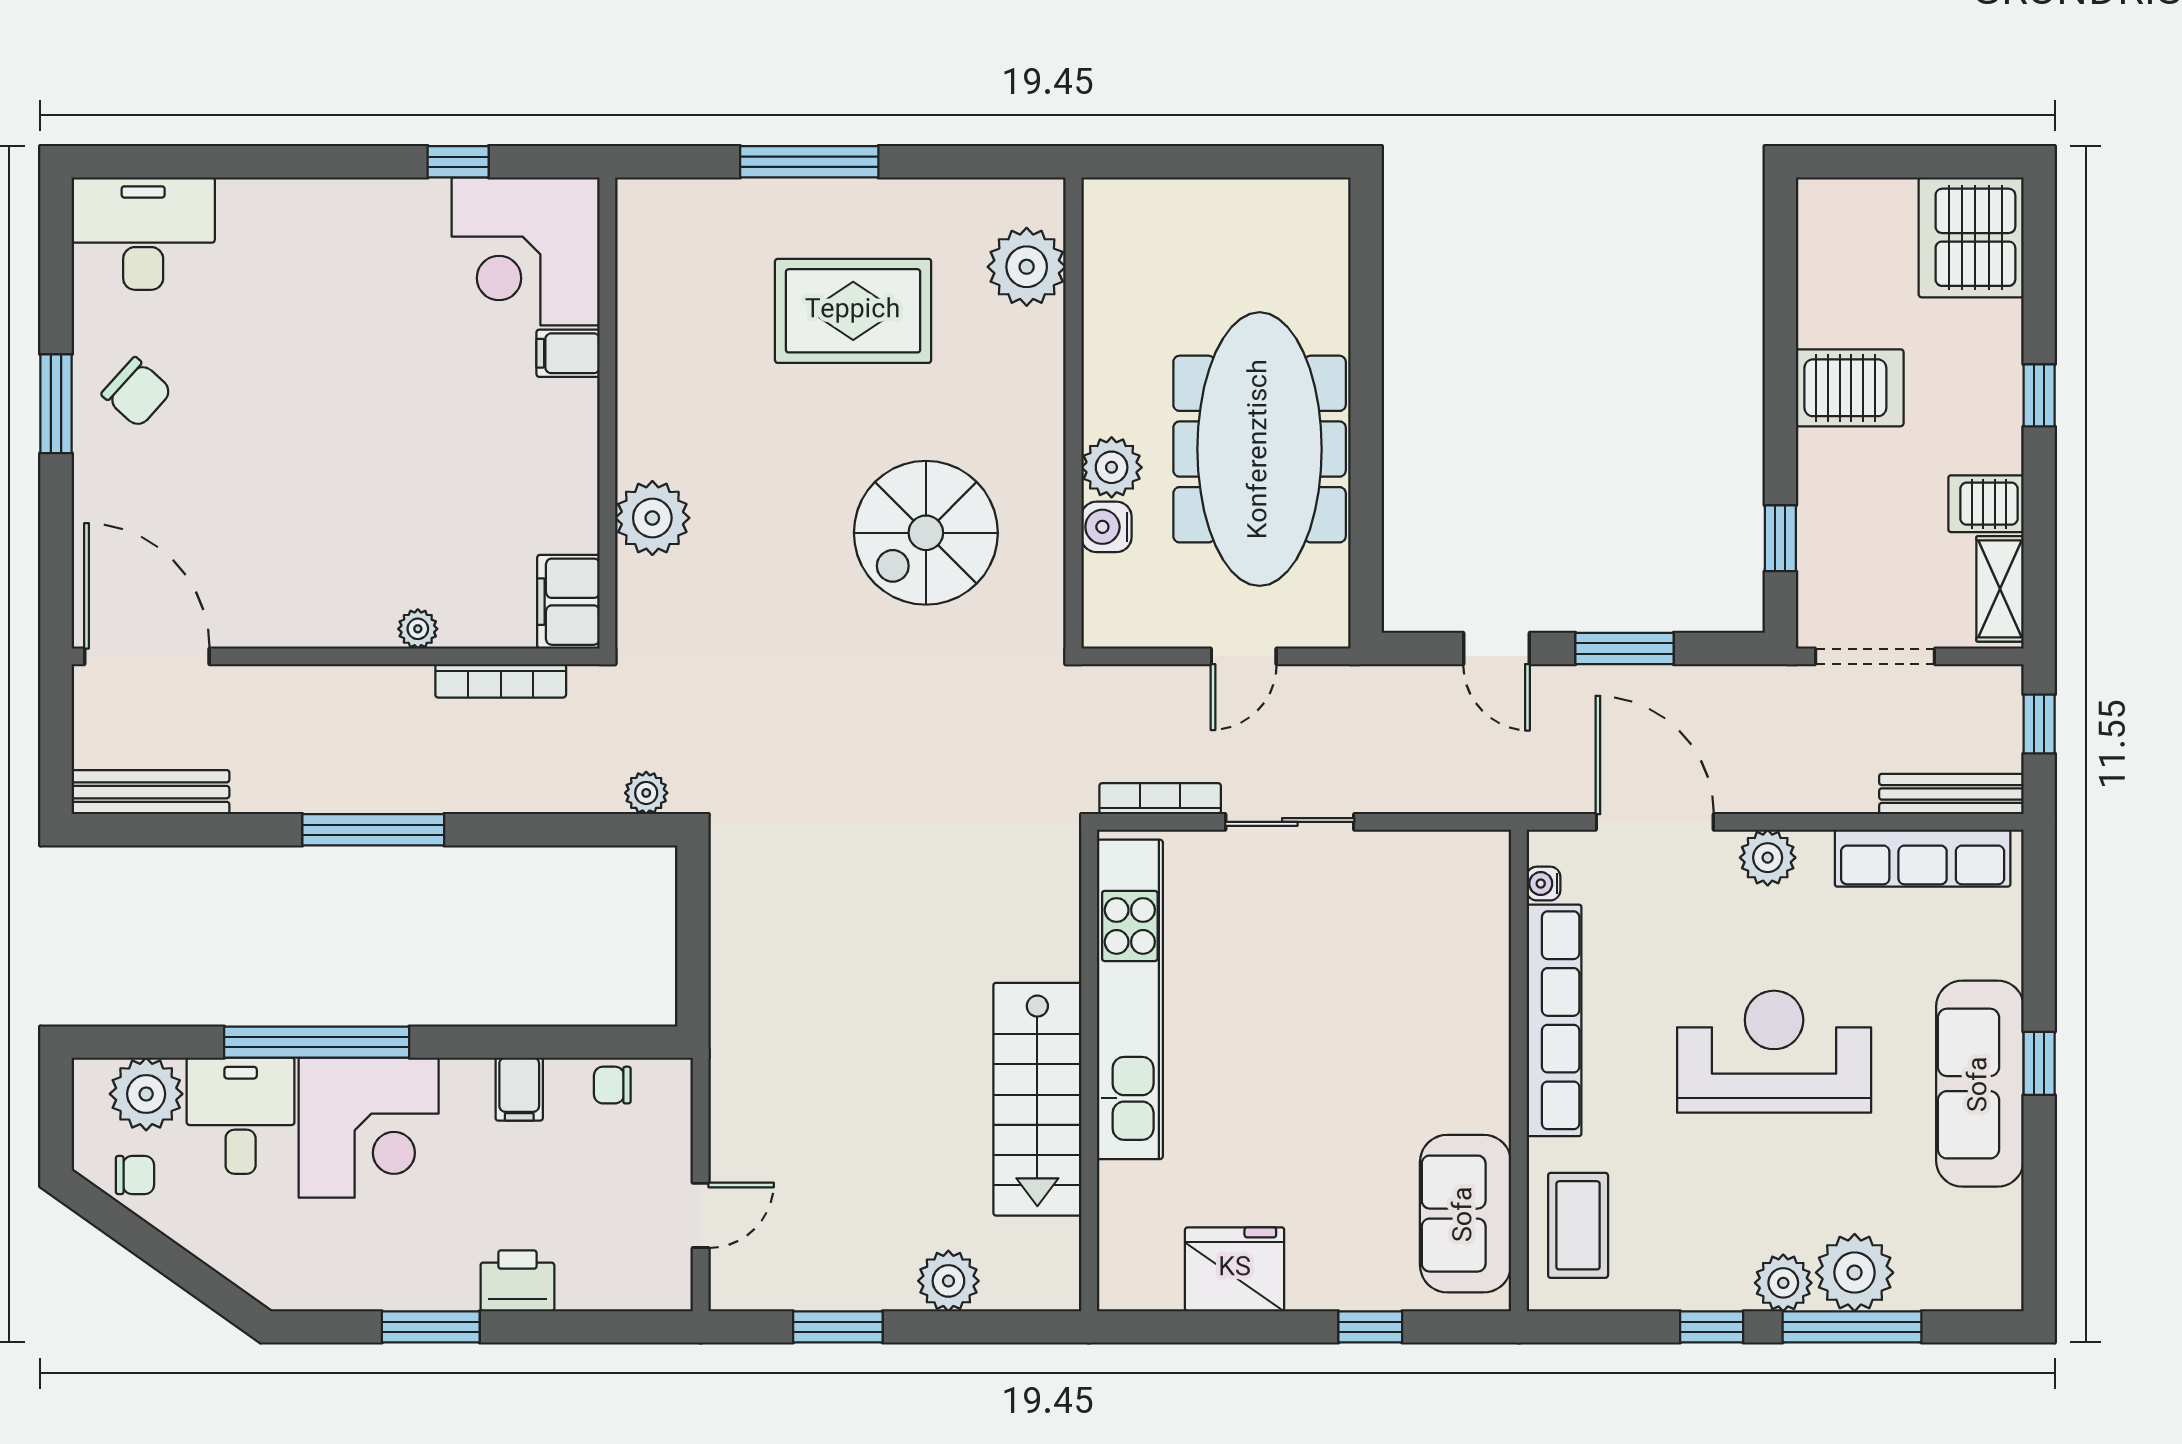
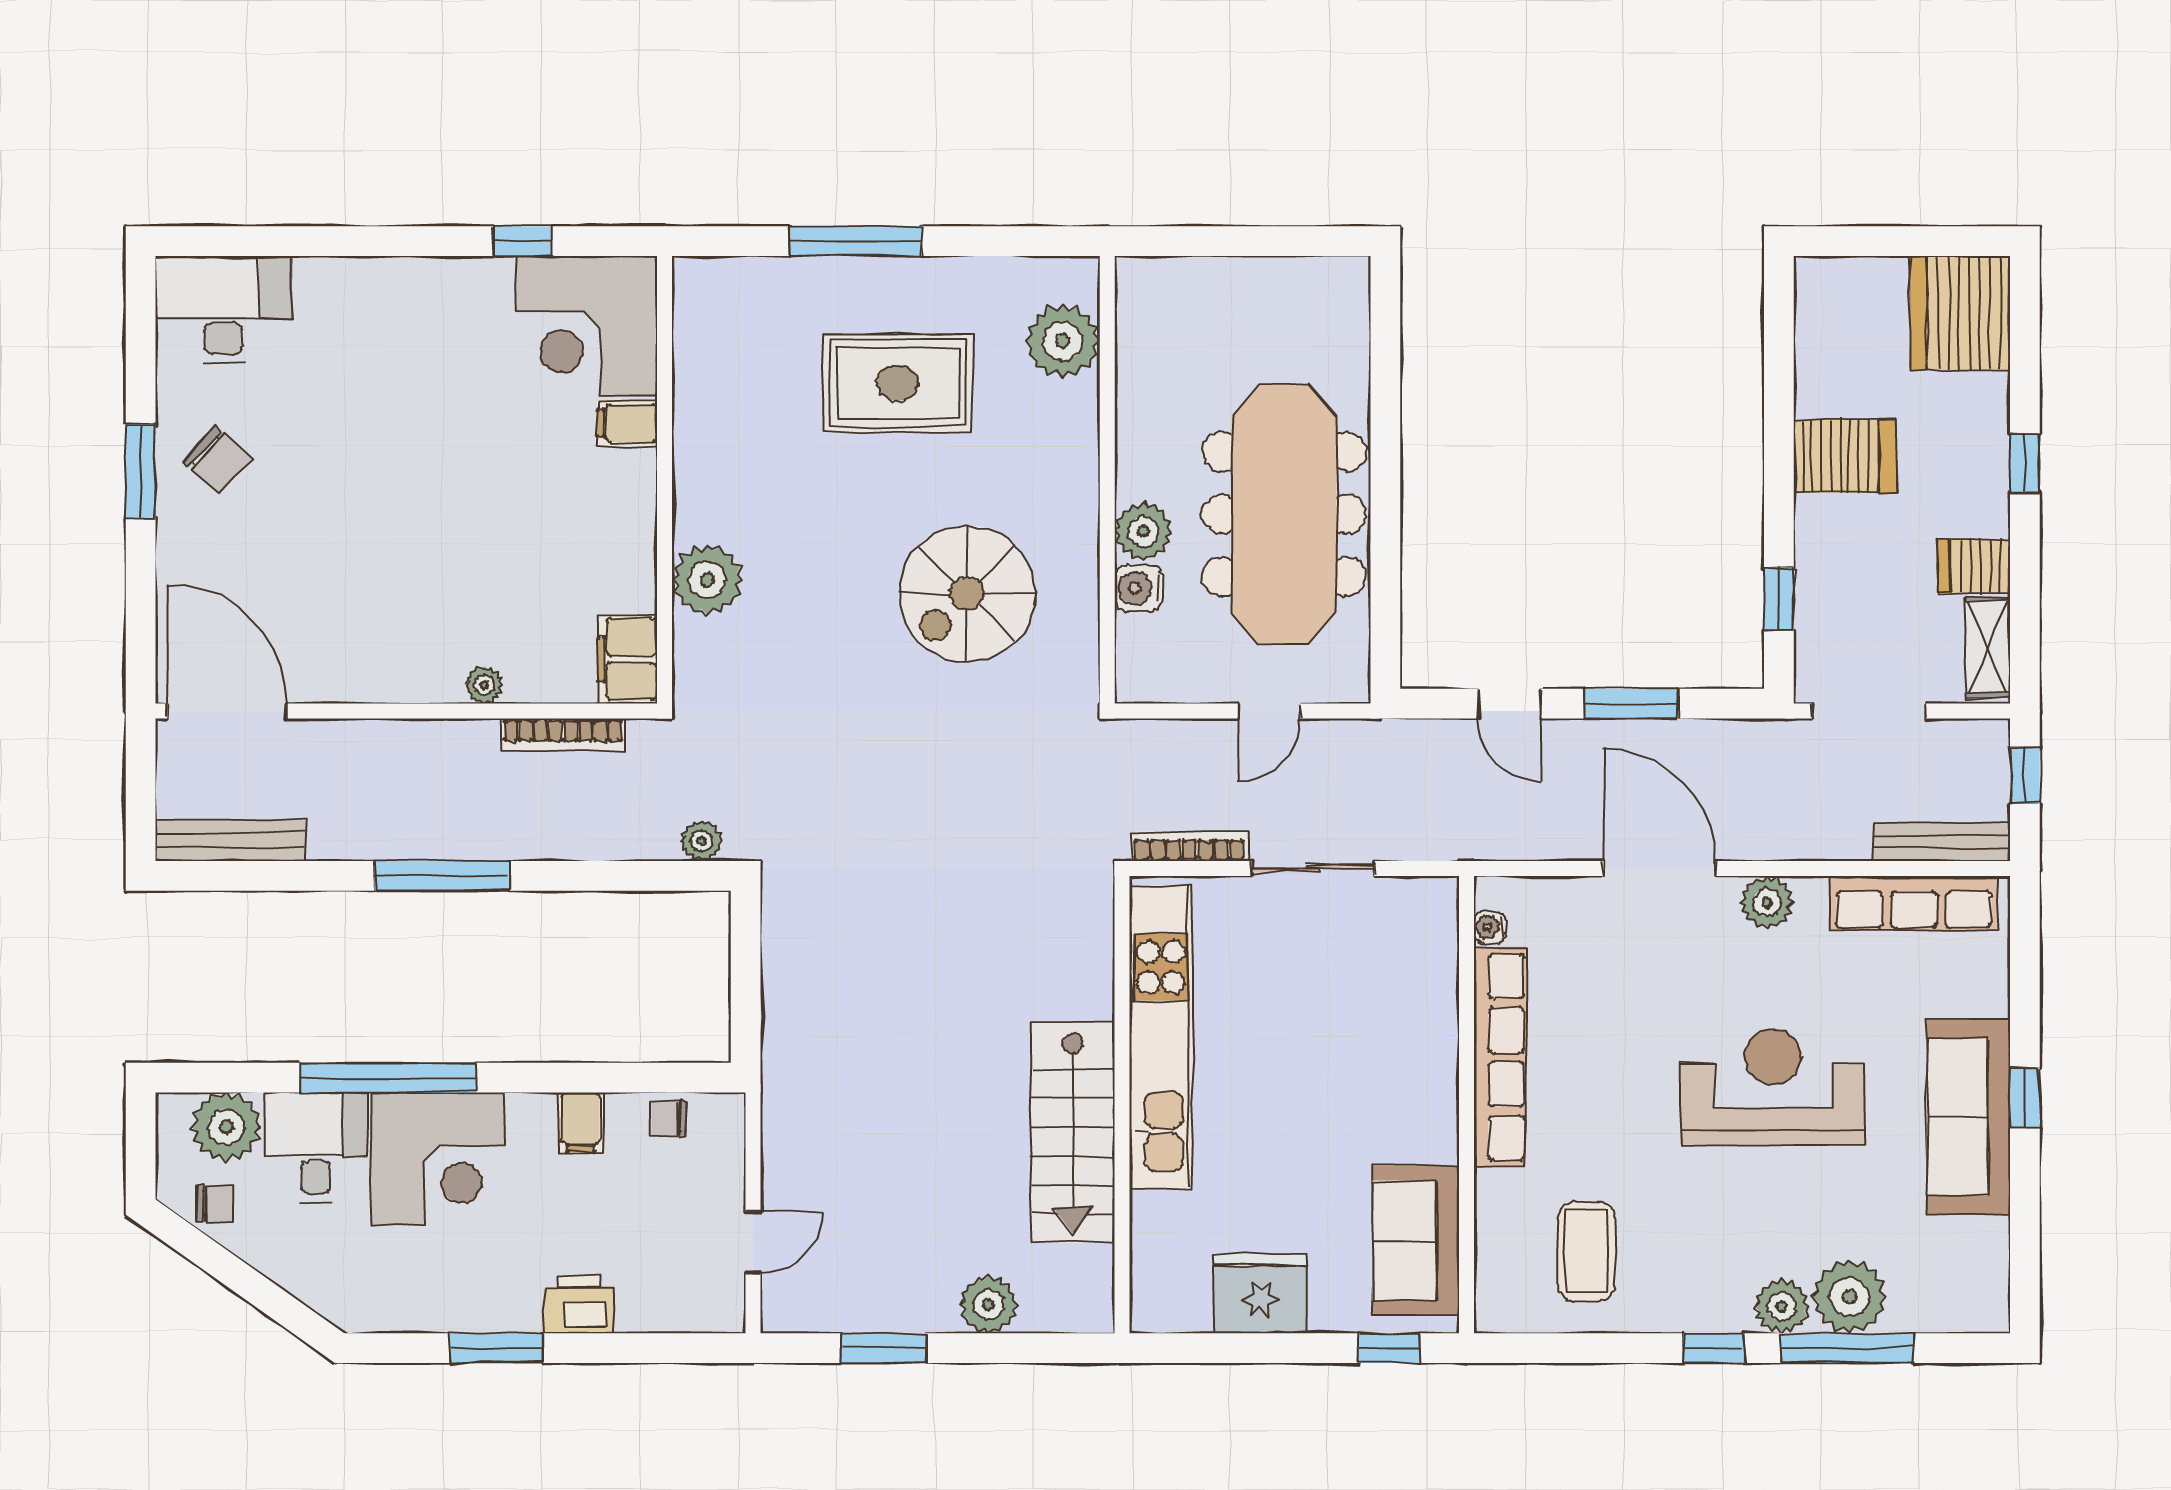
water cooler: (1543, 884) -> (1490, 927), moved
row of seats: (1554, 1020) -> (1500, 1057), moved
wall: (1519, 1071) -> (1466, 1105), moved
sofa: (1465, 1214) -> (1416, 1241), moved

